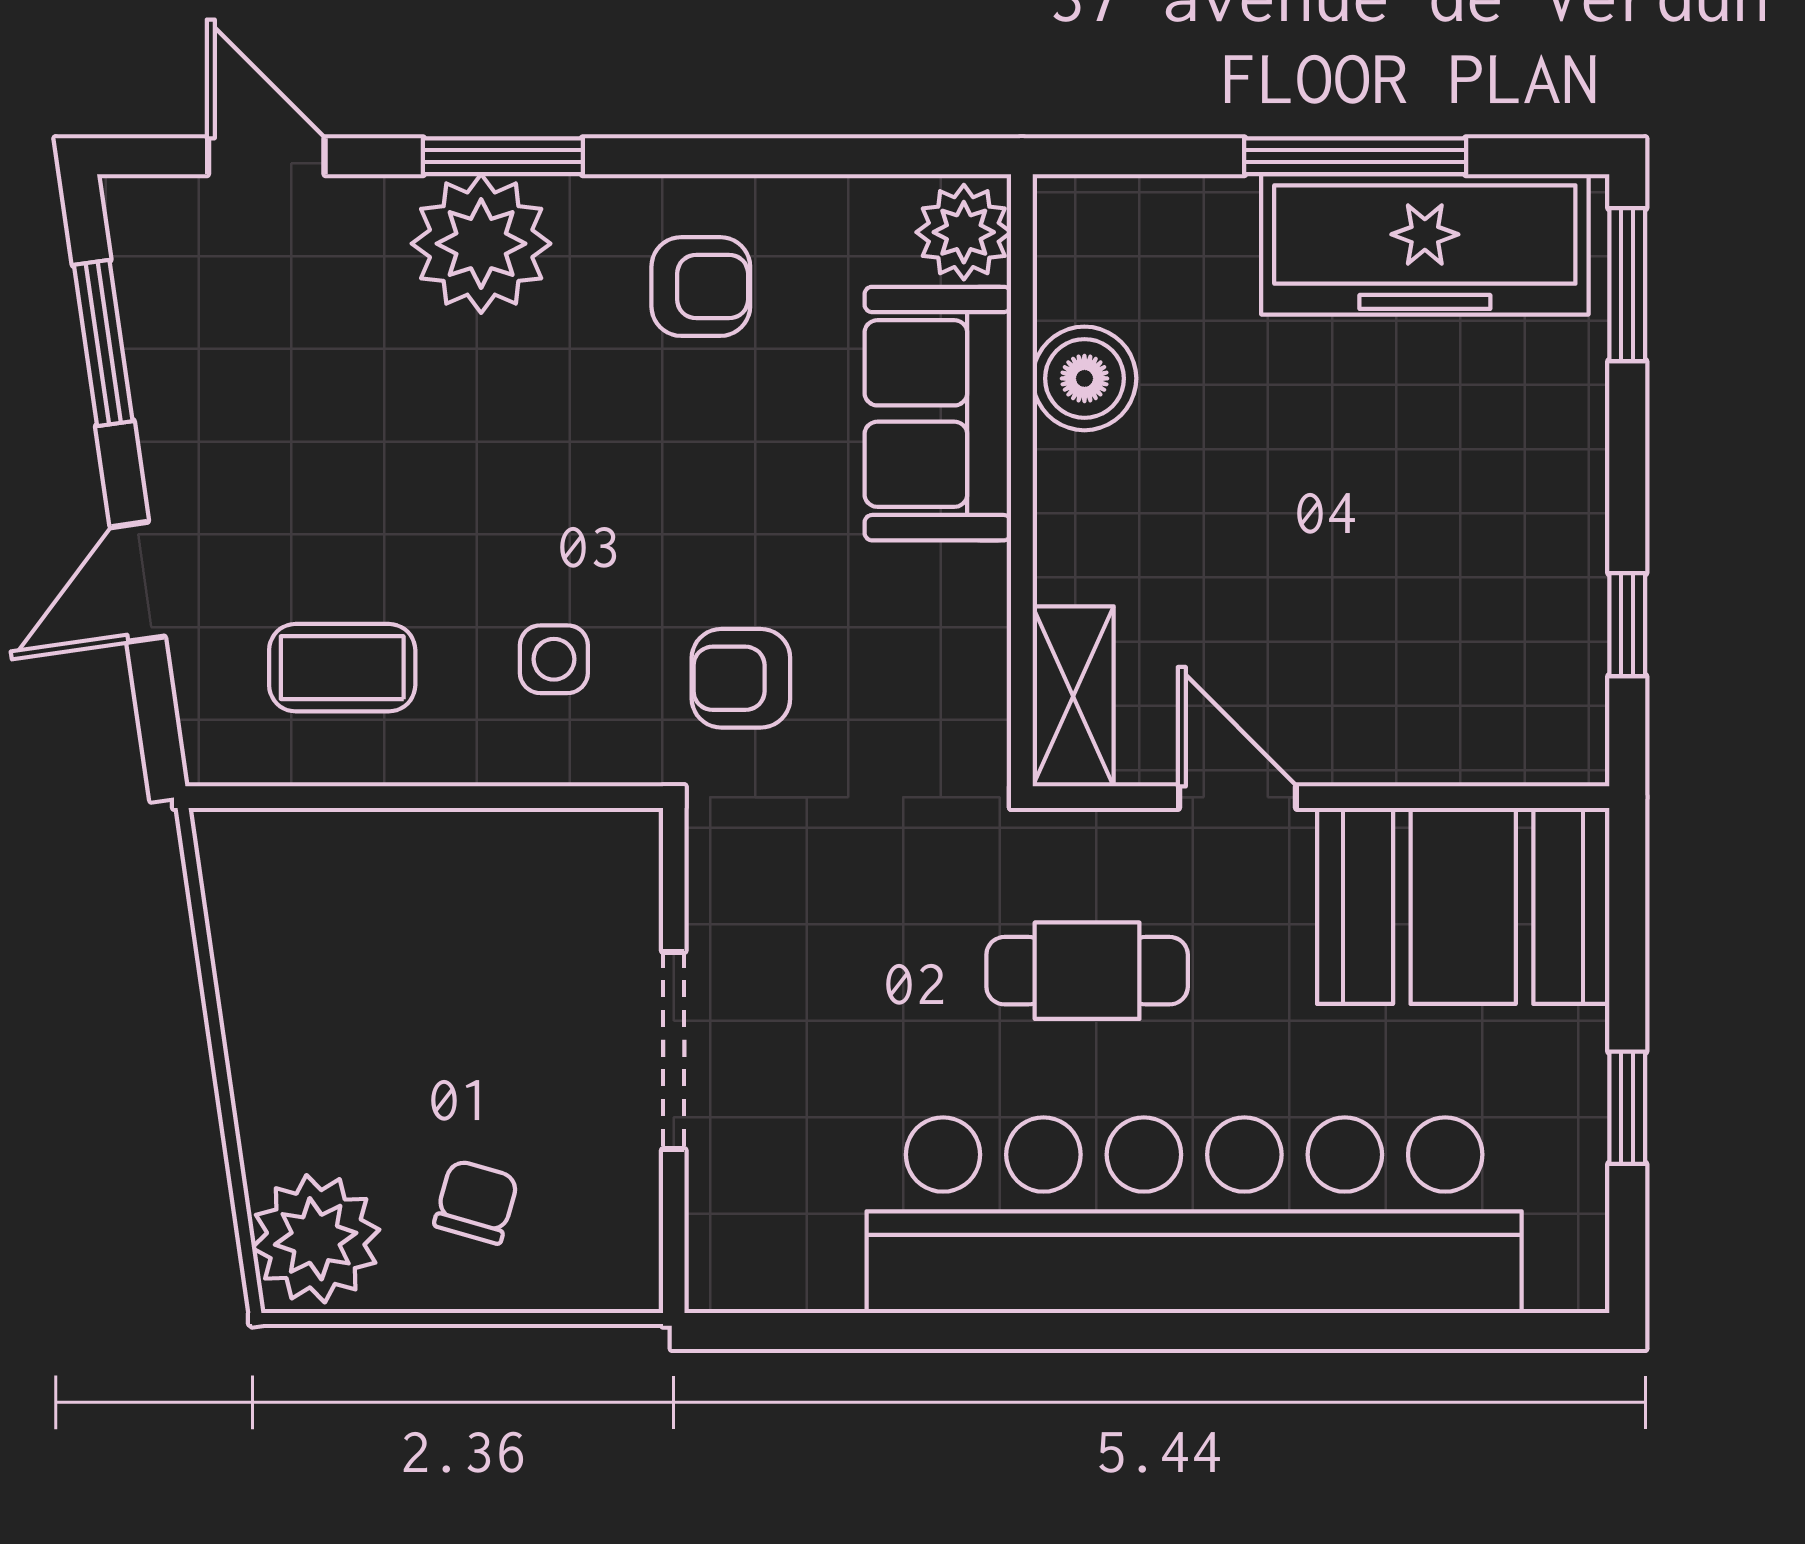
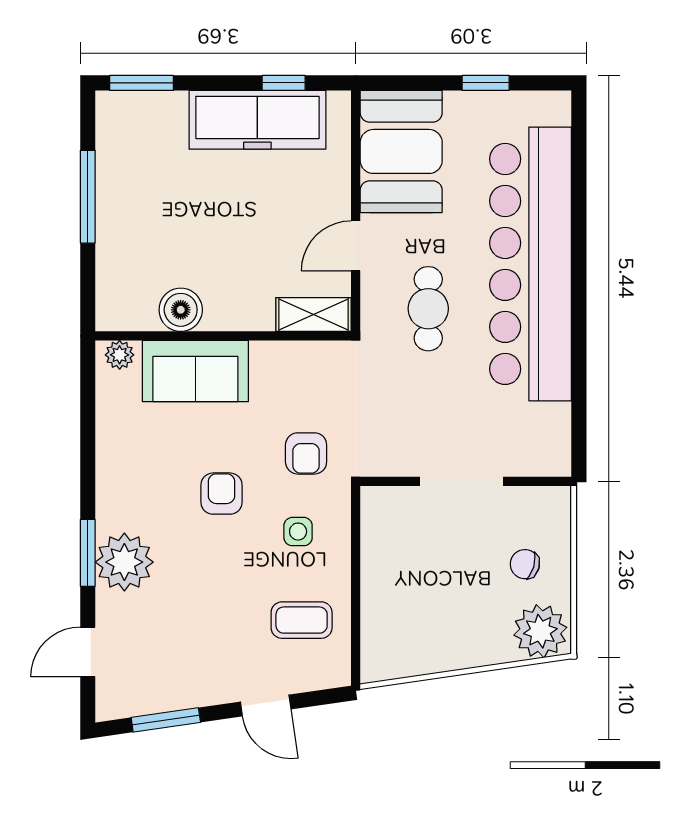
plant: (964, 232) -> (120, 355), width x0.73, depth x0.73
freezer: (1425, 244) -> (257, 120), moved, turned 90
armchair: (701, 287) -> (221, 494), moved
coffee table: (342, 668) -> (302, 620), turned 90

